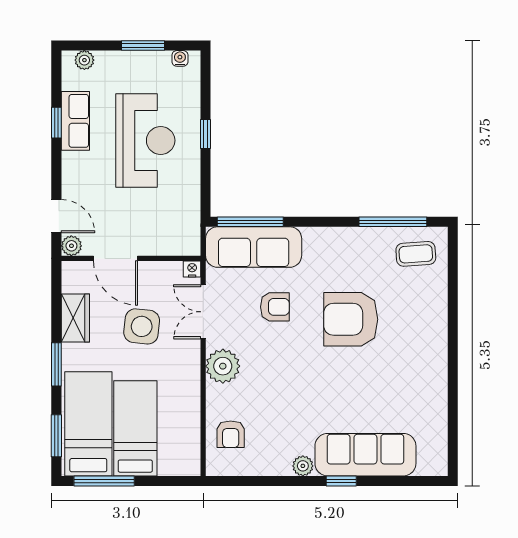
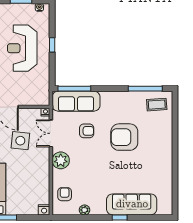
reception desk: (145, 140) -> (22, 48), turned 180
bed: (135, 428) -> (17, 191), removed
armchair: (231, 434) -> (65, 194), turned 180
nightstand: (189, 466) -> (44, 210), added
plant: (303, 466) -> (85, 210), moved

